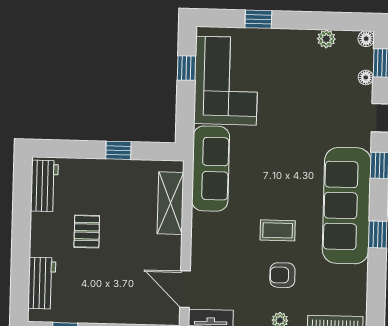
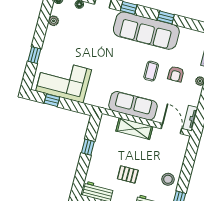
sofa: (211, 169) -> (133, 106), moved
shelving: (170, 203) -> (134, 129), moved
door: (185, 289) -> (171, 129), swing flipped
stool: (95, 304) -> (168, 179), added

